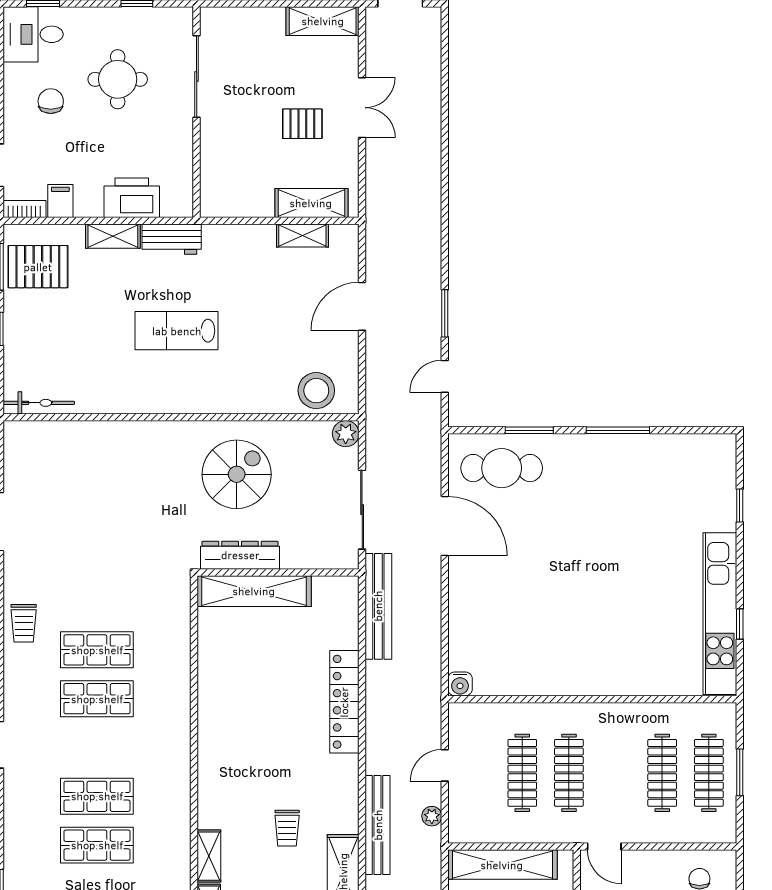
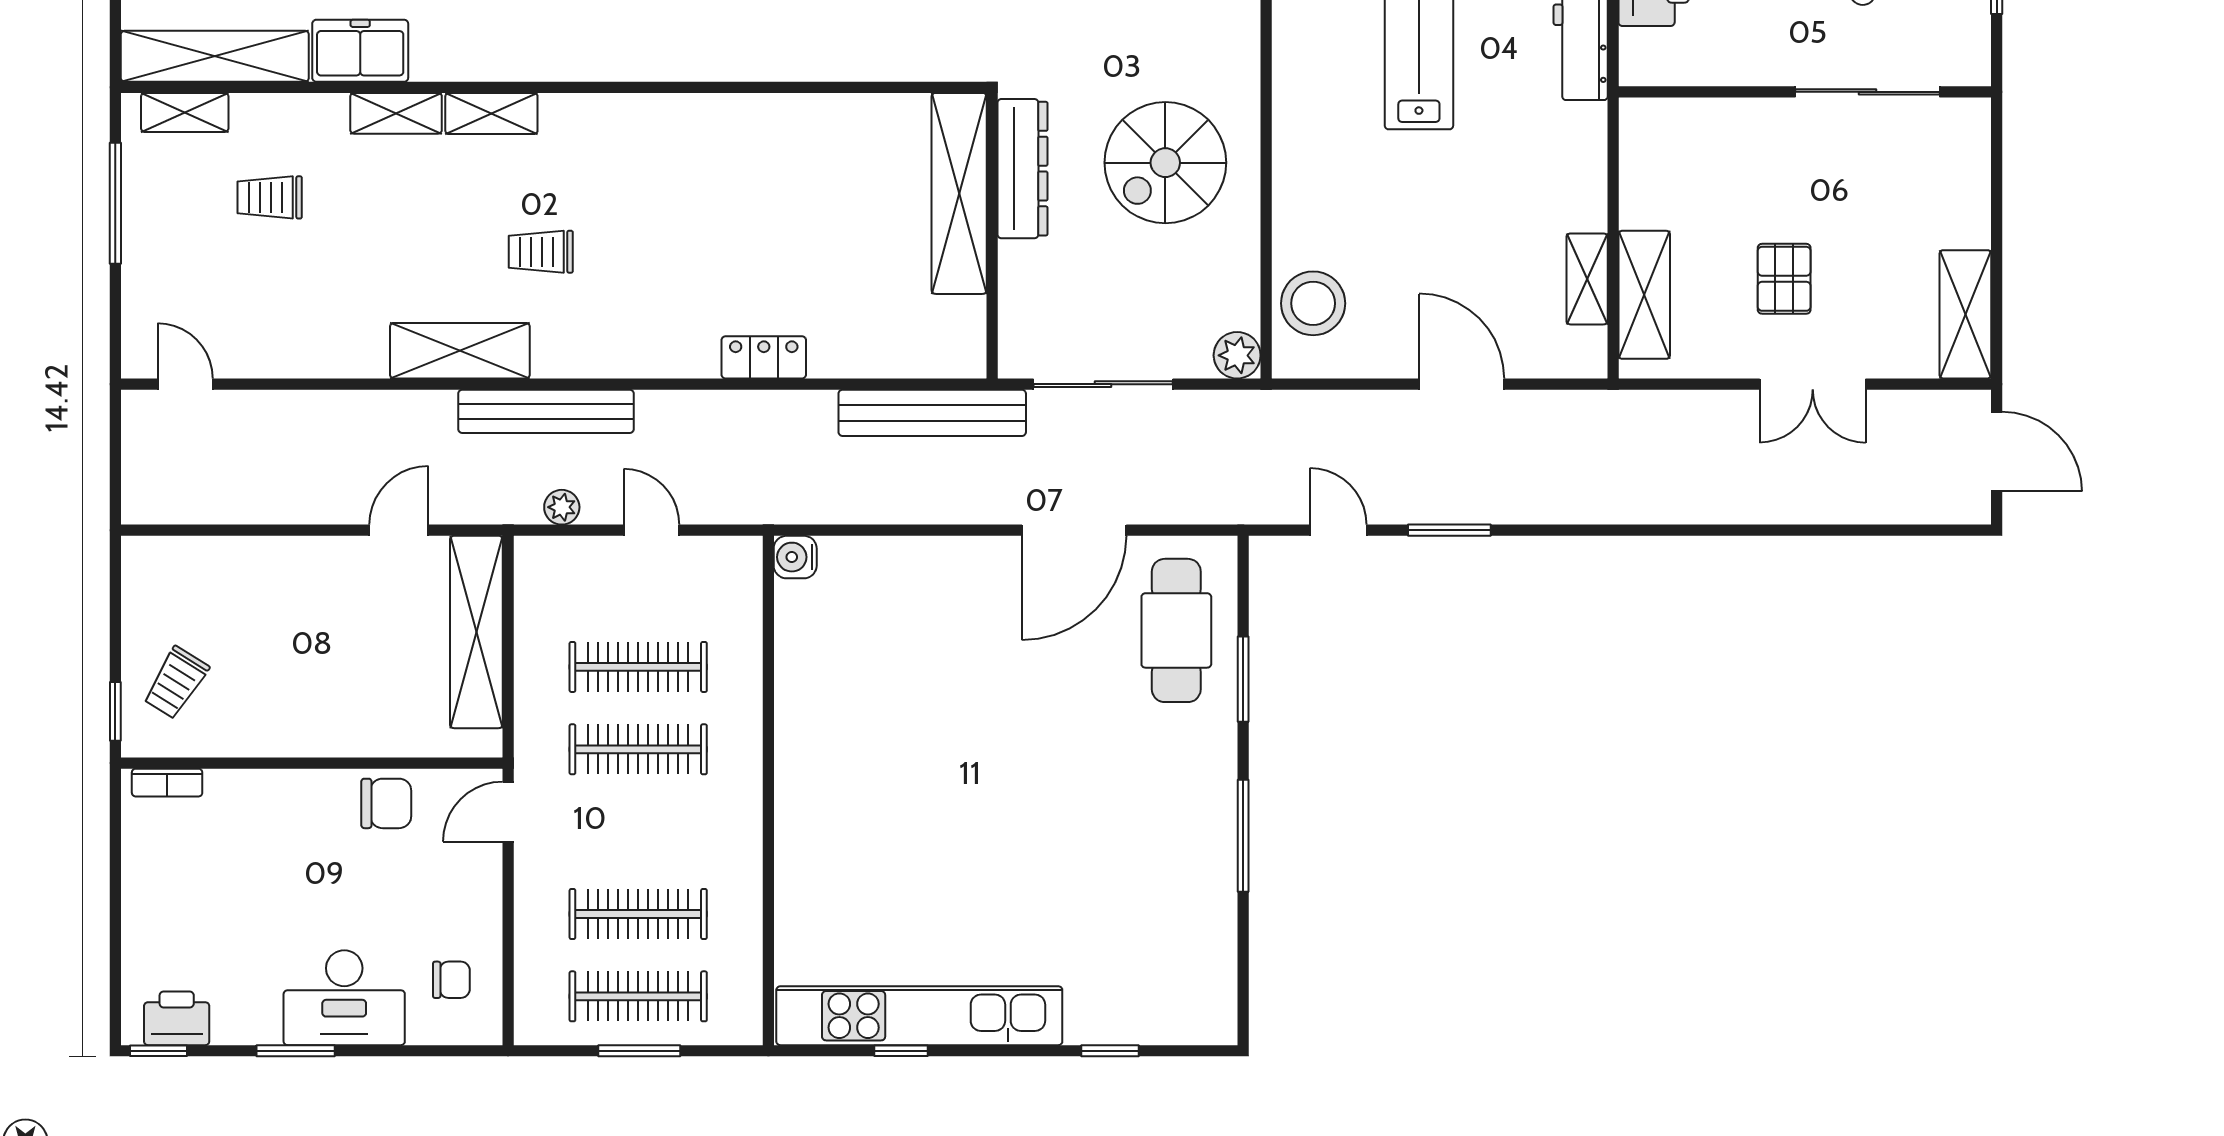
spiral stairs: (237, 474) -> (1165, 163), turned 90
locker: (344, 702) -> (764, 357), width x0.46, depth x0.83

